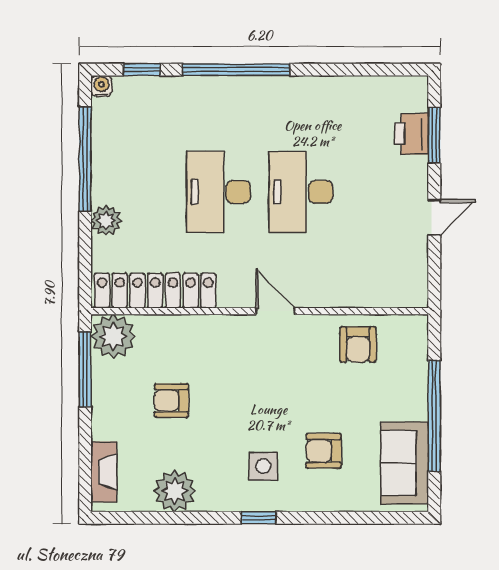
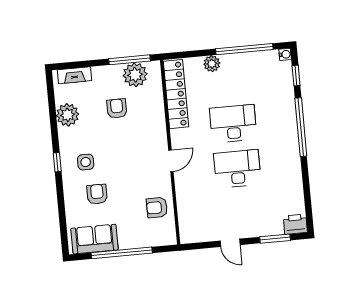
printer: (411, 134) -> (295, 224), moved
plant: (113, 336) -> (135, 75), moved

